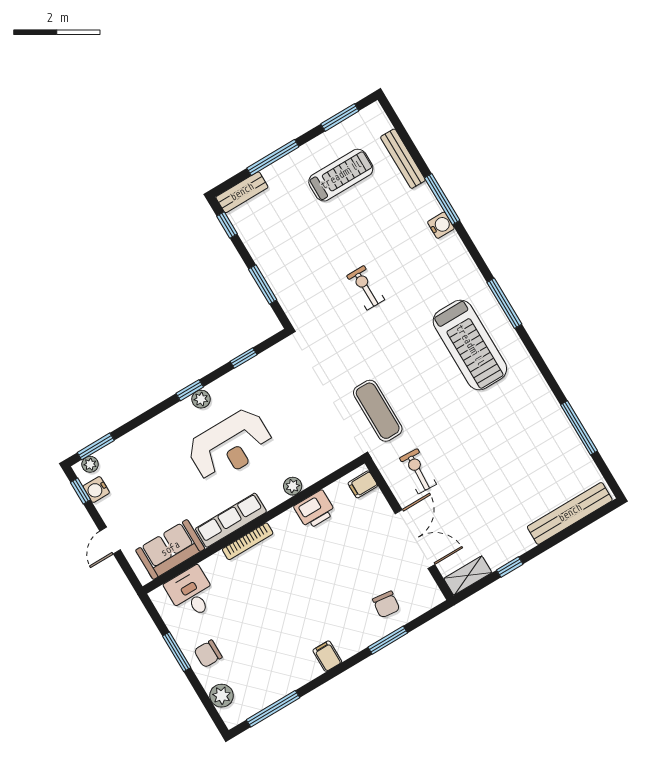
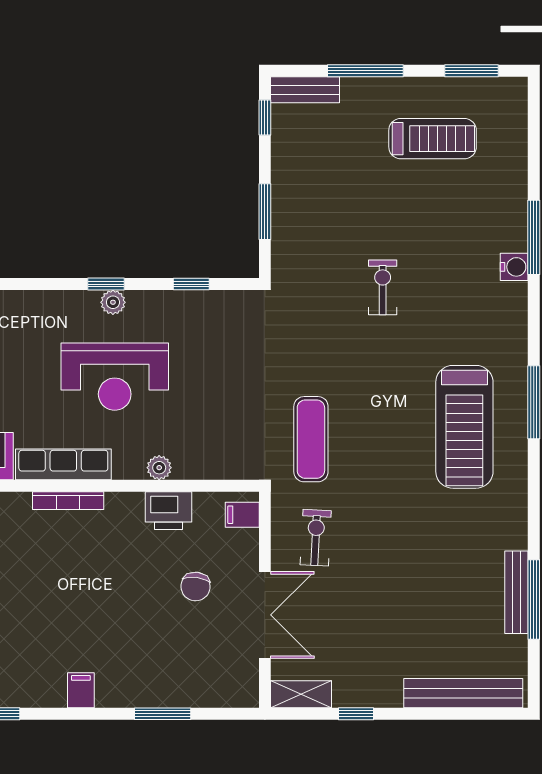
bench: (403, 159) -> (516, 592), moved
chair: (386, 604) -> (196, 587), moved

